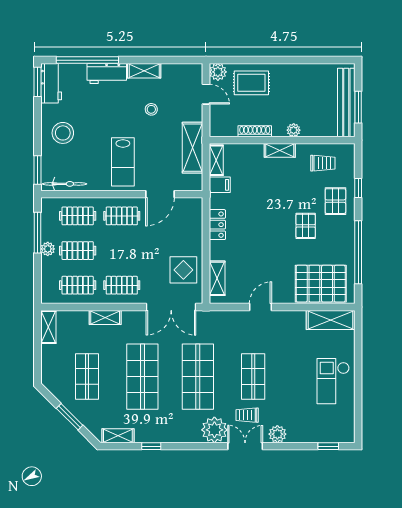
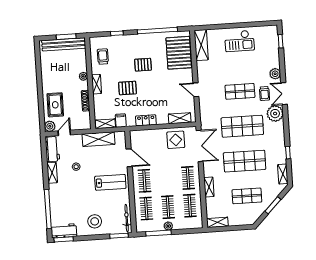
workbench: (107, 73) -> (52, 149), moved
pallet: (335, 201) -> (128, 88), moved

